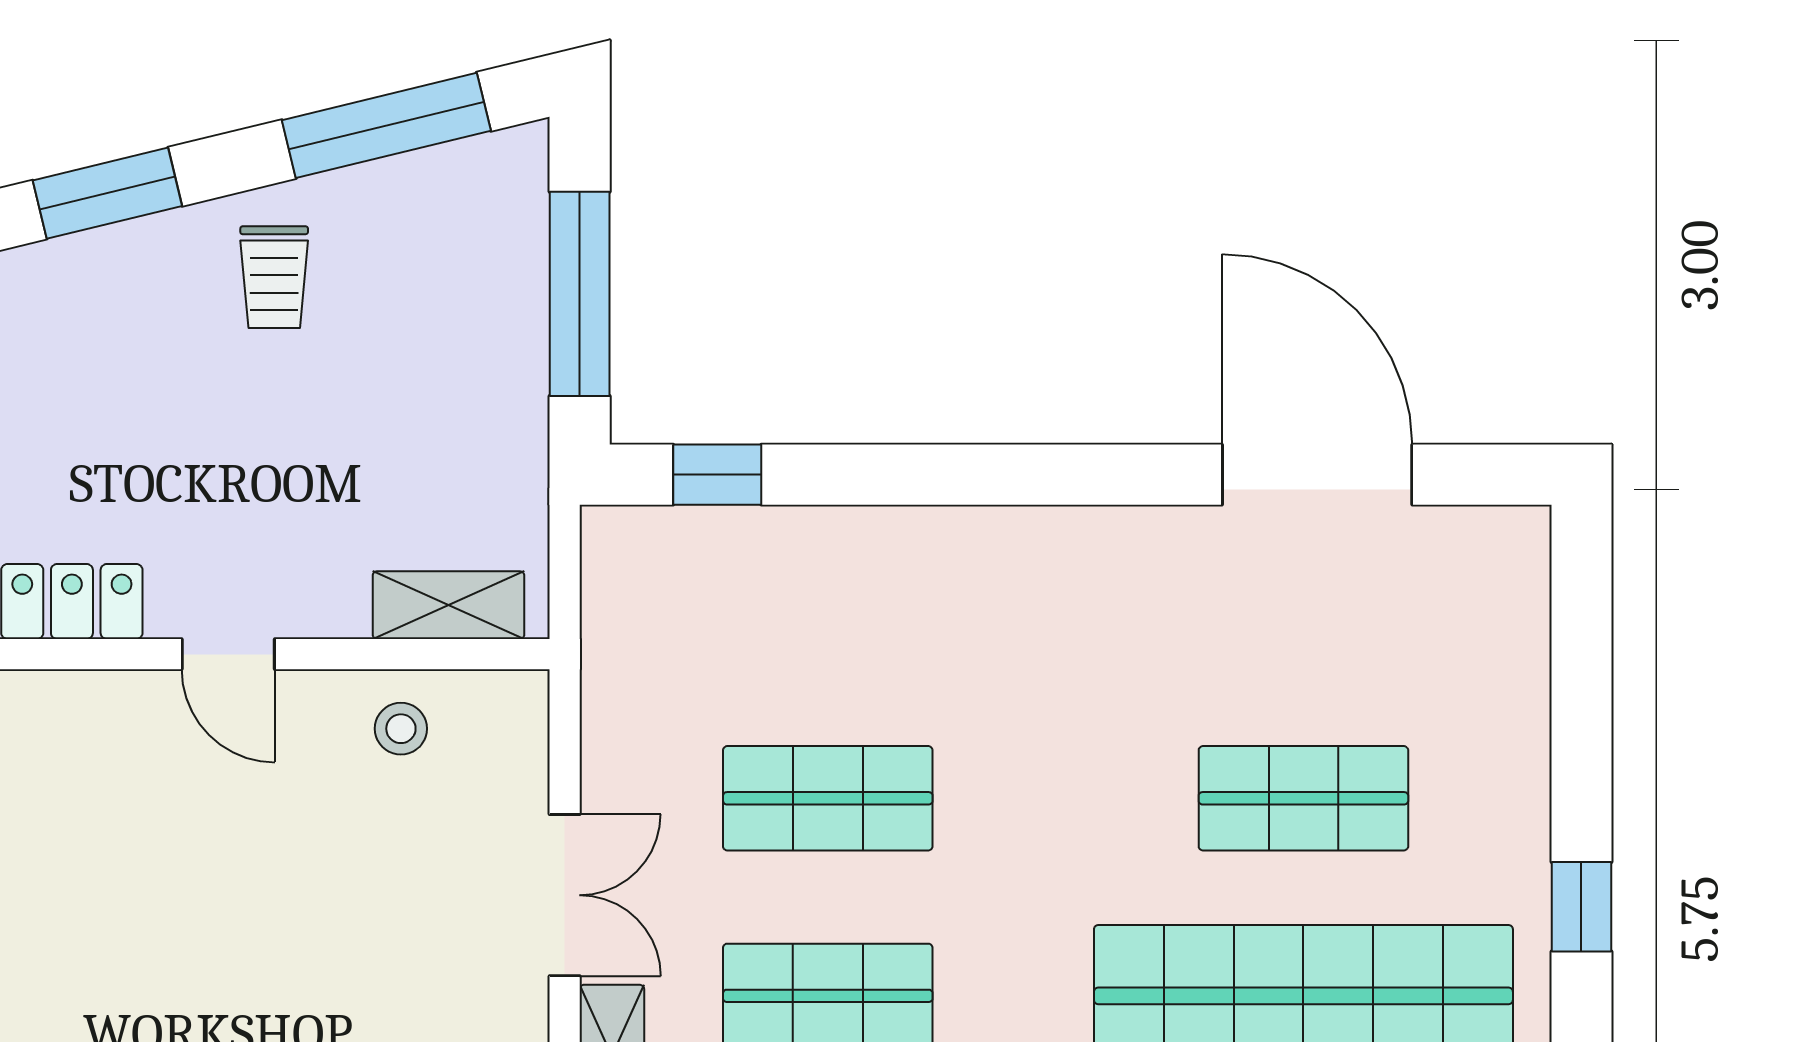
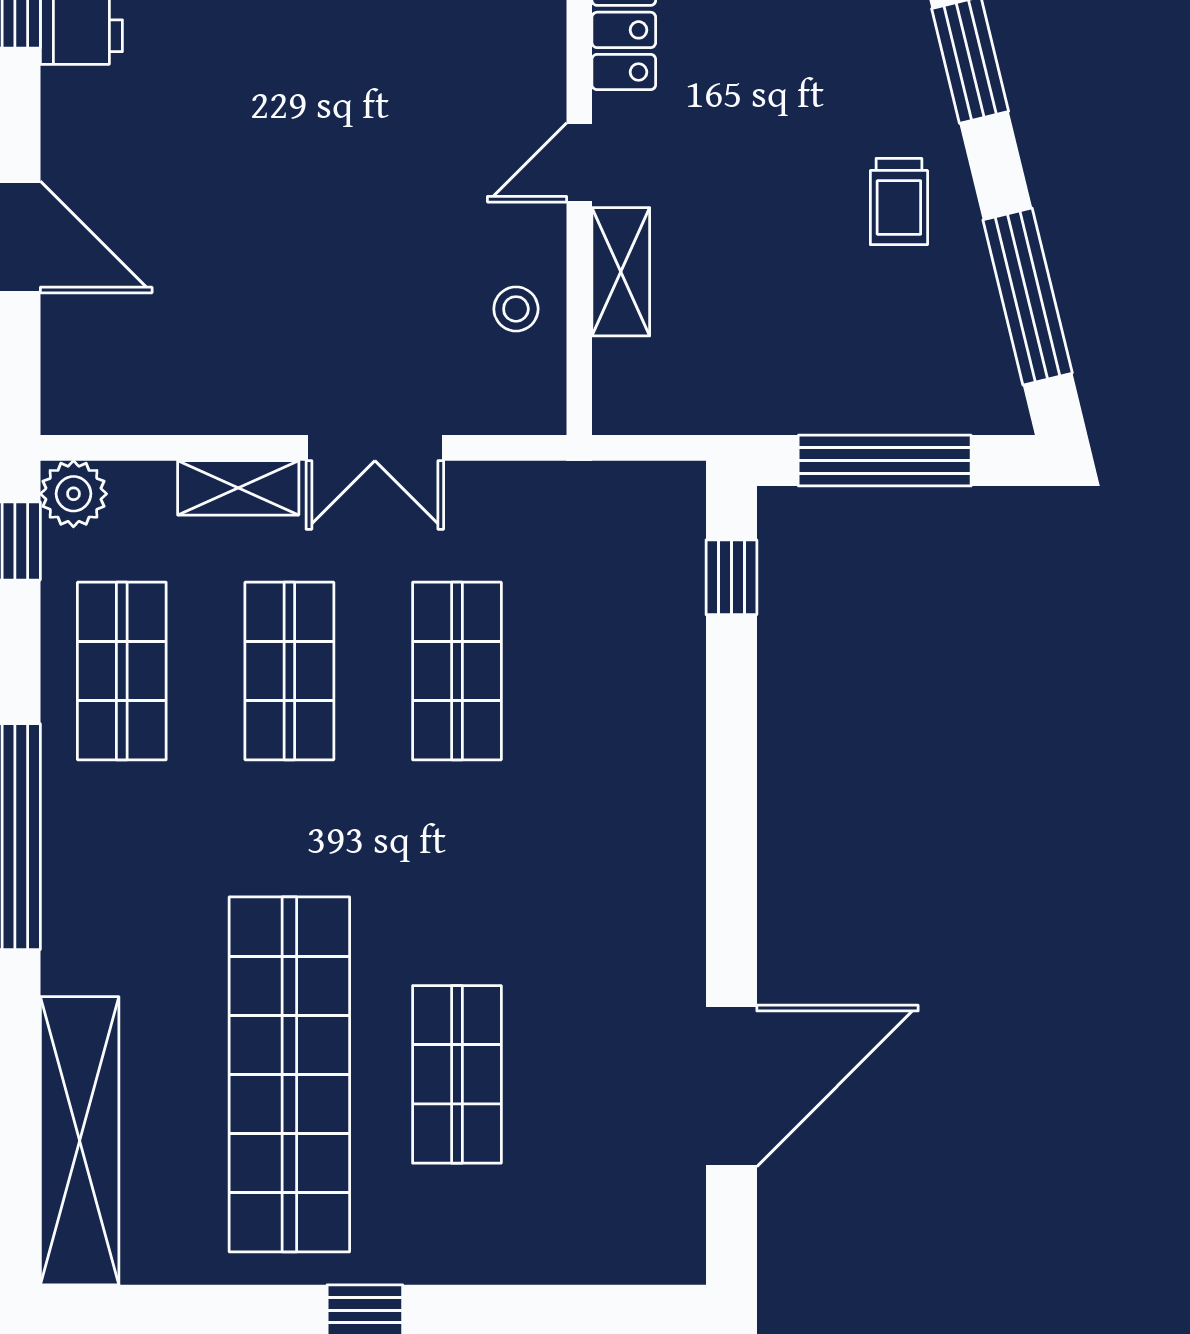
trolley: (274, 277) -> (899, 201), turned -90
shelving: (448, 605) -> (621, 272), moved

